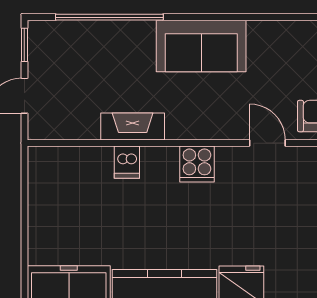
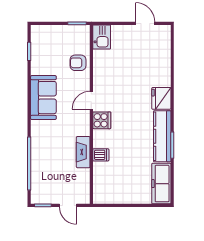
sofa: (201, 46) -> (43, 98), moved
door: (267, 143) -> (91, 100), moved

